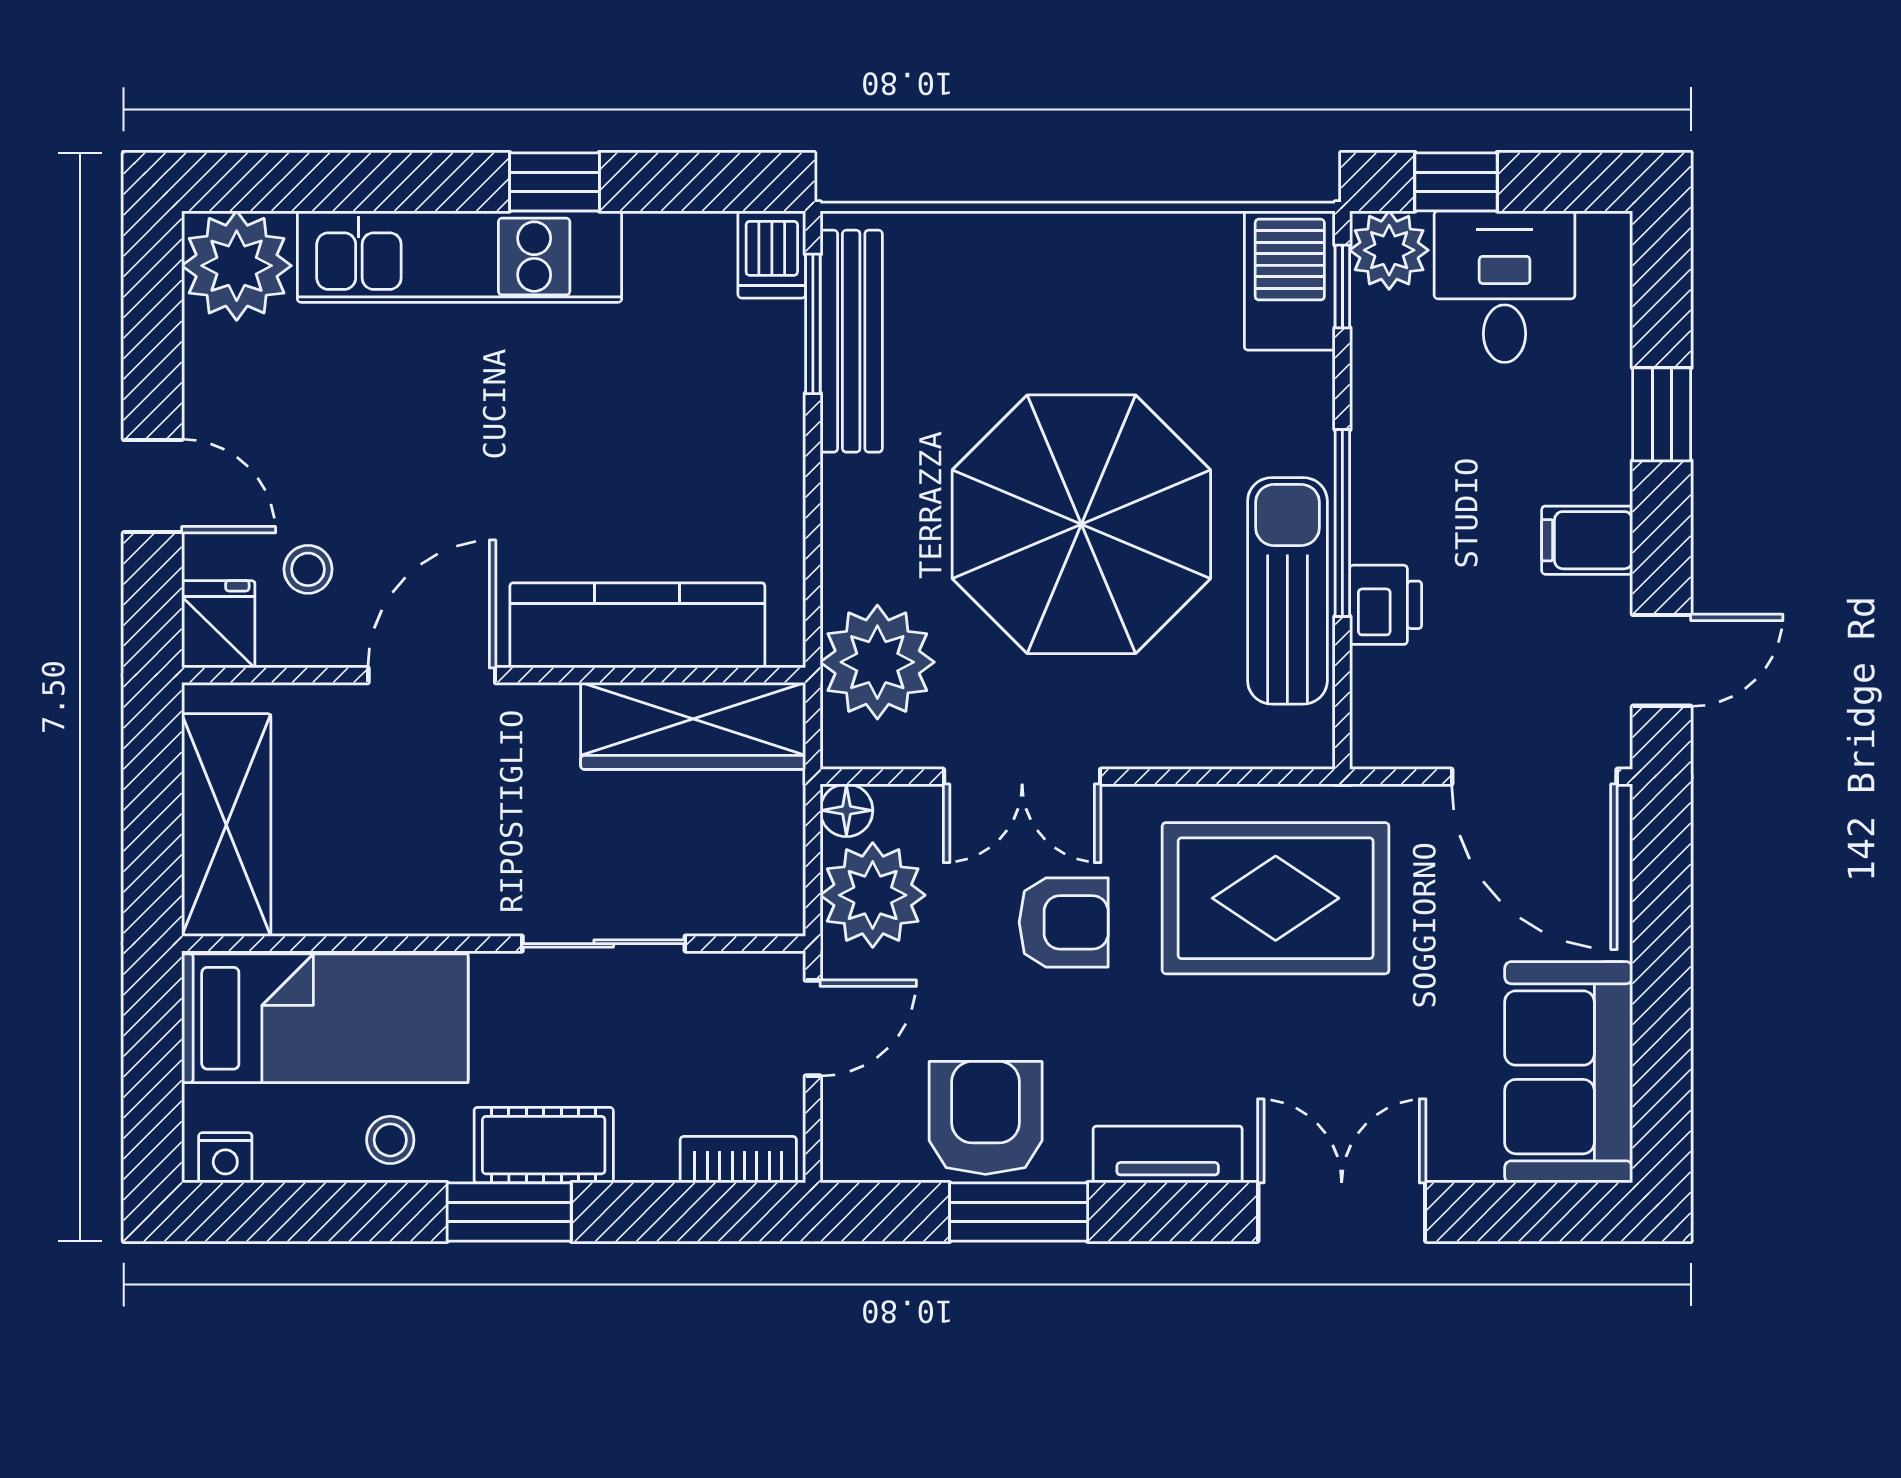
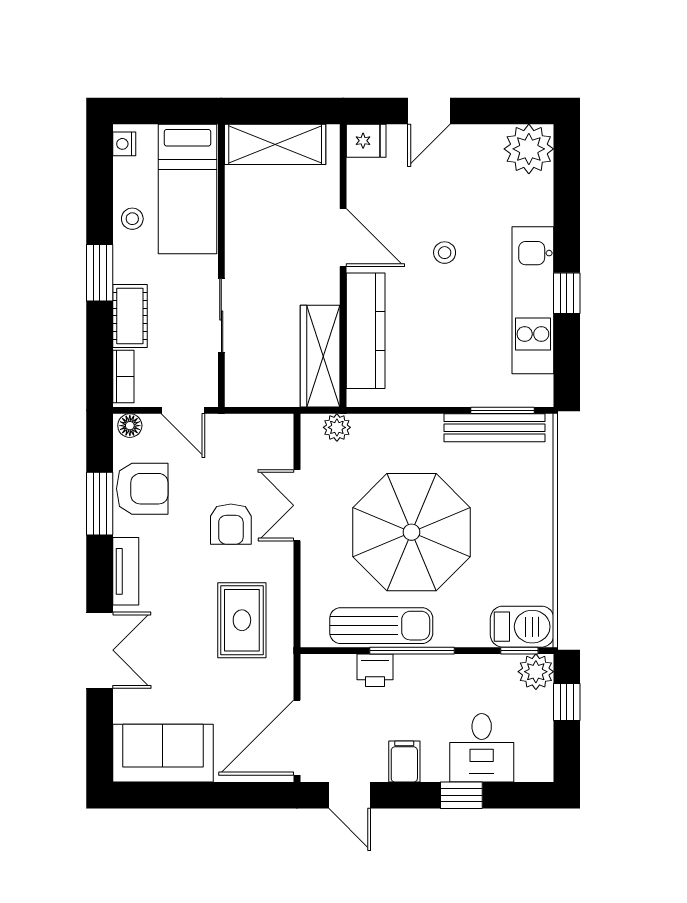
dishwasher: (772, 254) -> (534, 392), removed
kitchen unit: (459, 257) -> (533, 300), moved
desk: (1505, 287) -> (482, 748), moved, turned 90
stool: (308, 569) -> (445, 253), moved
plant: (877, 662) -> (337, 427), width x0.53, depth x0.53
floor lamp: (846, 810) -> (130, 426), moved
plant: (873, 895) -> (243, 437), removed
rug: (1276, 898) -> (242, 620), width x0.73, depth x0.70
cot: (544, 1145) -> (130, 316), moved

